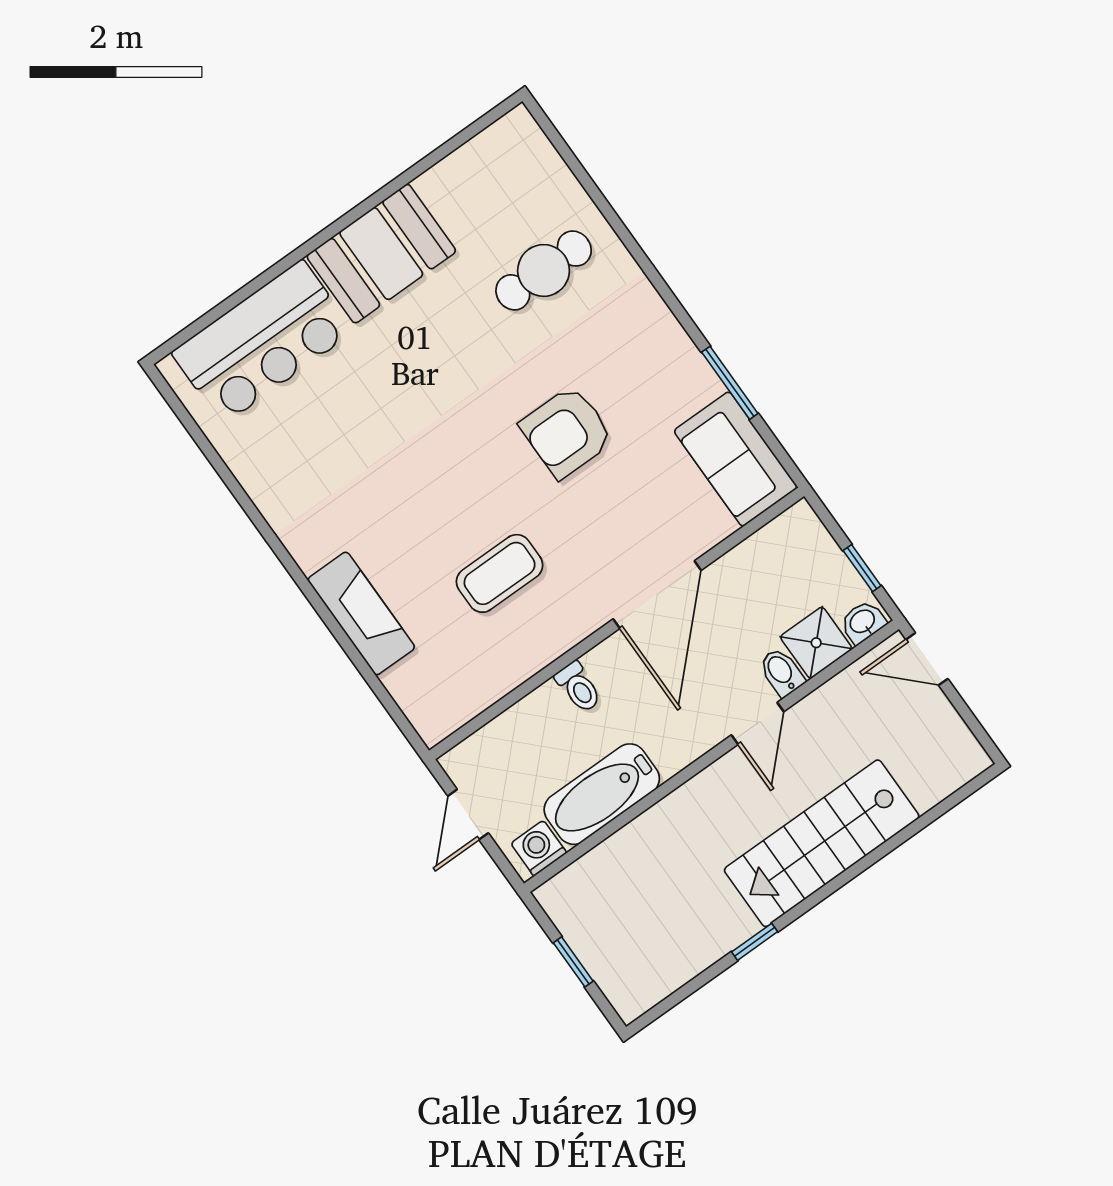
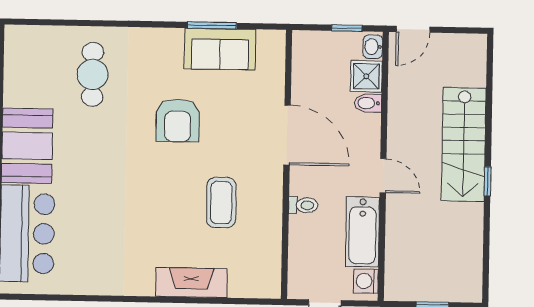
sofa: (736, 459) -> (220, 49), moved
door: (758, 723) -> (383, 176), moved
window: (755, 942) -> (487, 181), moved

